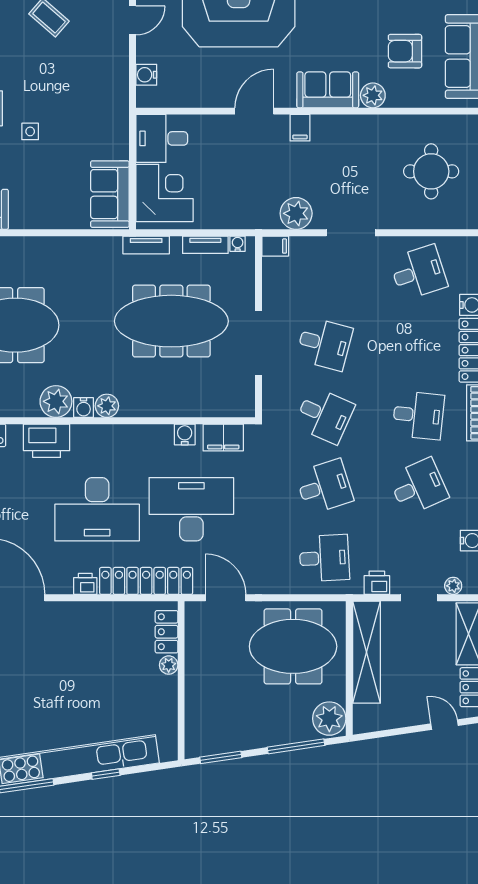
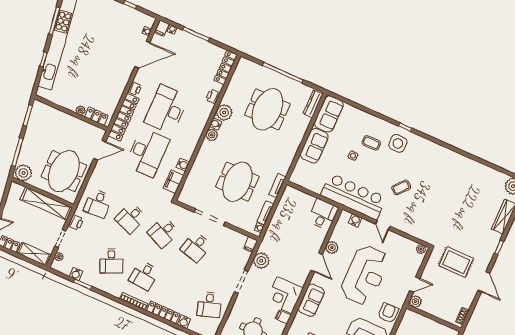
plant: (373, 95) -> (332, 247), moved
bar counter: (104, 98) -> (353, 196), added
filing cabinet: (300, 128) -> (283, 317), moved
corner desk: (164, 193) -> (284, 295), moved, turned 90
sofa: (110, 194) -> (314, 146), moved, turned 90
meeting table: (171, 321) -> (237, 182), width x0.73
printer: (47, 441) -> (213, 96), width x0.53, depth x0.68
desk: (324, 487) -> (131, 218), turned 39

